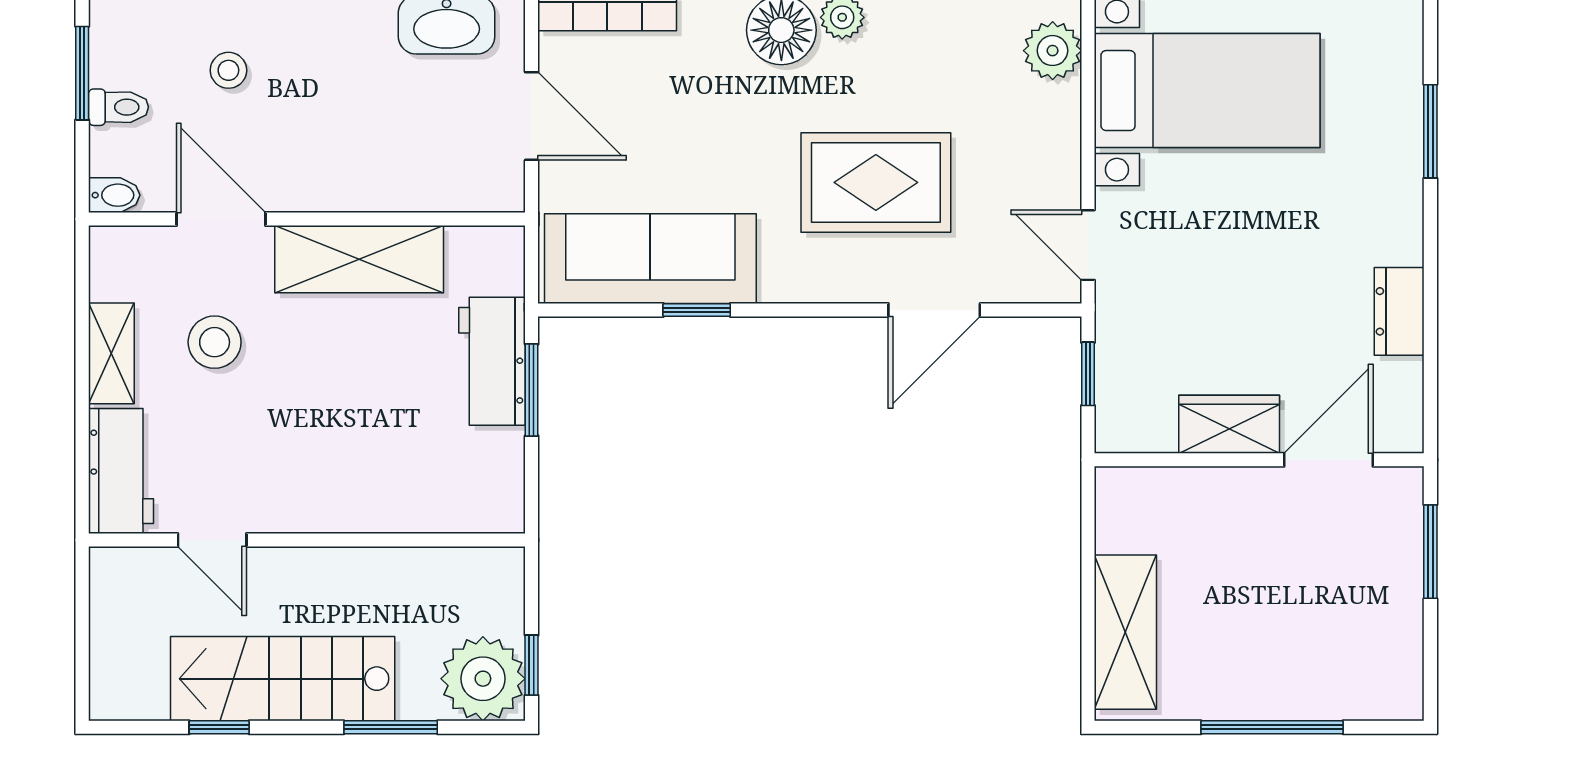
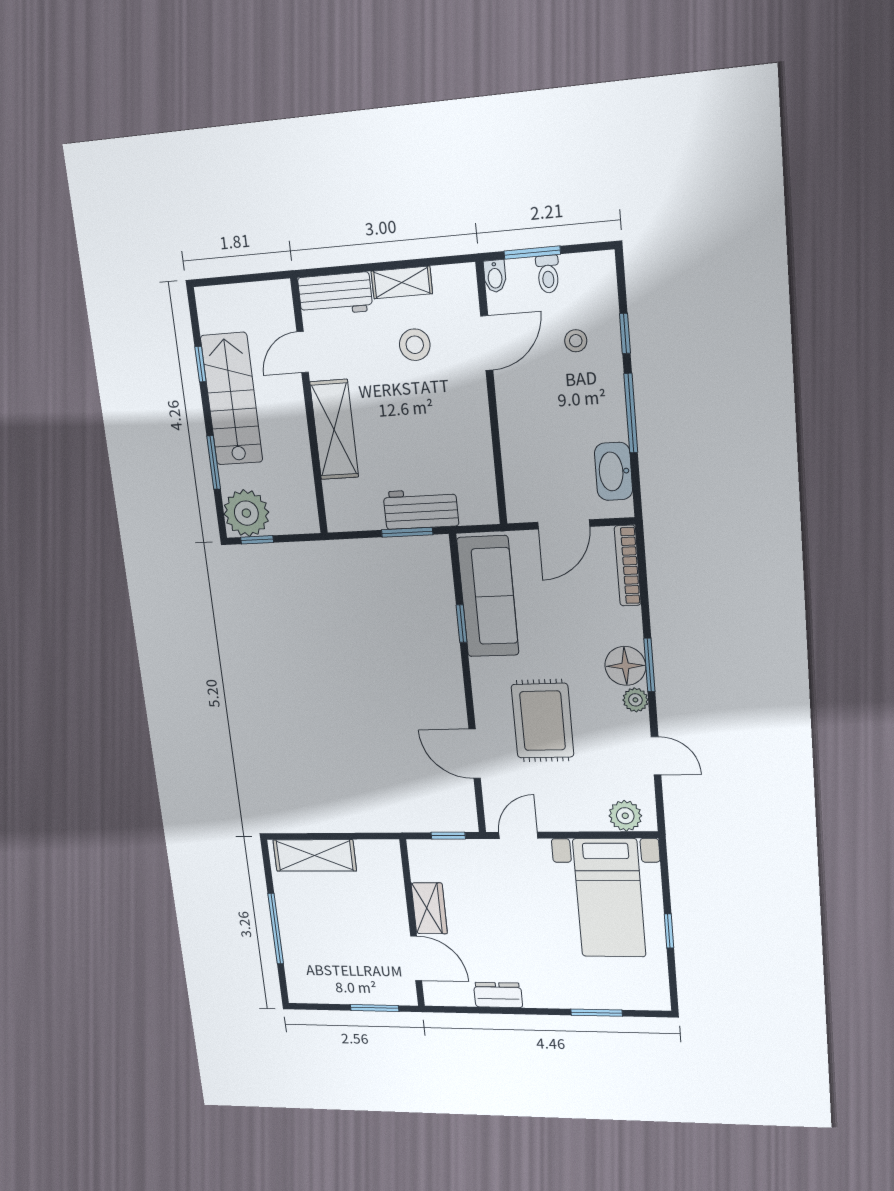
window: (82, 73) -> (532, 253), moved
shelving: (359, 259) -> (334, 430), moved

